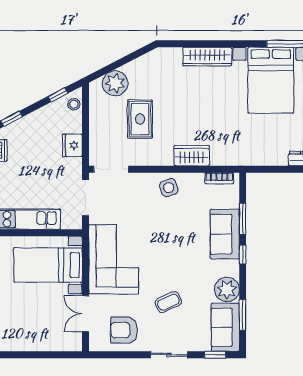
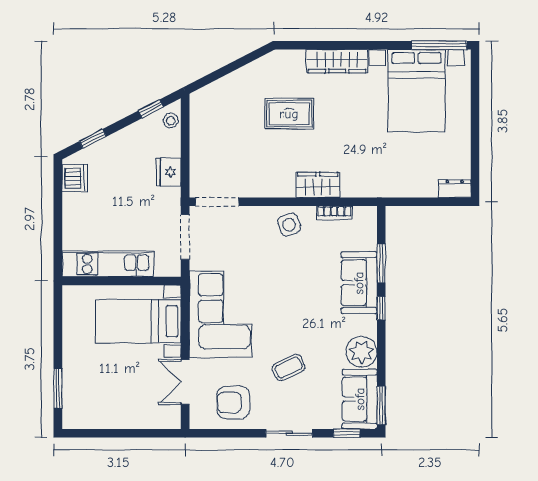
plant: (115, 83) -> (222, 94), removed
rug: (140, 119) -> (289, 114), moved, turned 90
bookcase: (219, 178) -> (334, 213), moved
window: (243, 315) -> (381, 405), moved

